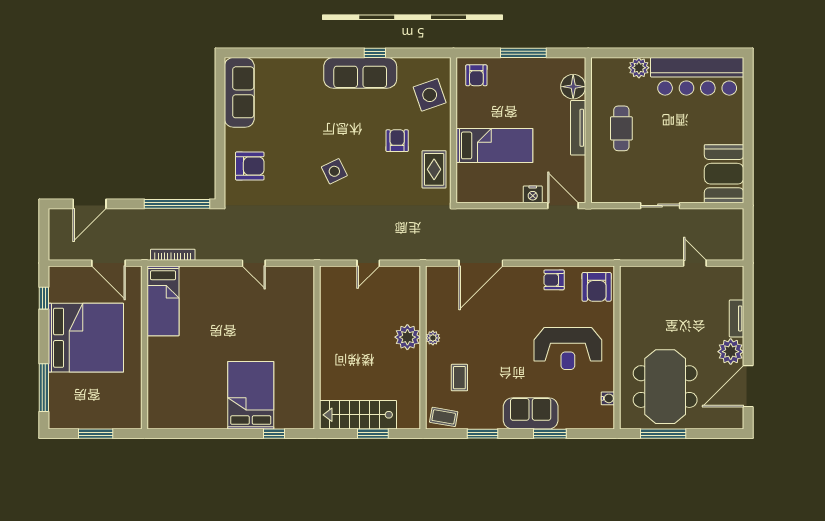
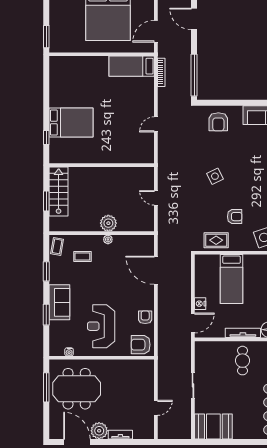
cafe table: (621, 128) -> (242, 361), turned 90
window: (96, 434) -> (46, 37), moved

